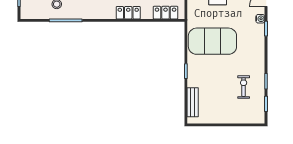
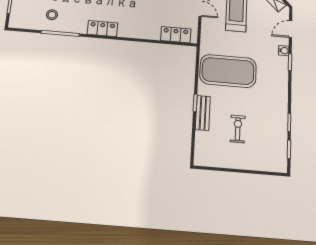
locker: (128, 13) -> (102, 29), moved
exercise bike: (244, 87) -> (238, 129), moved
bench: (193, 102) -> (203, 113), moved

